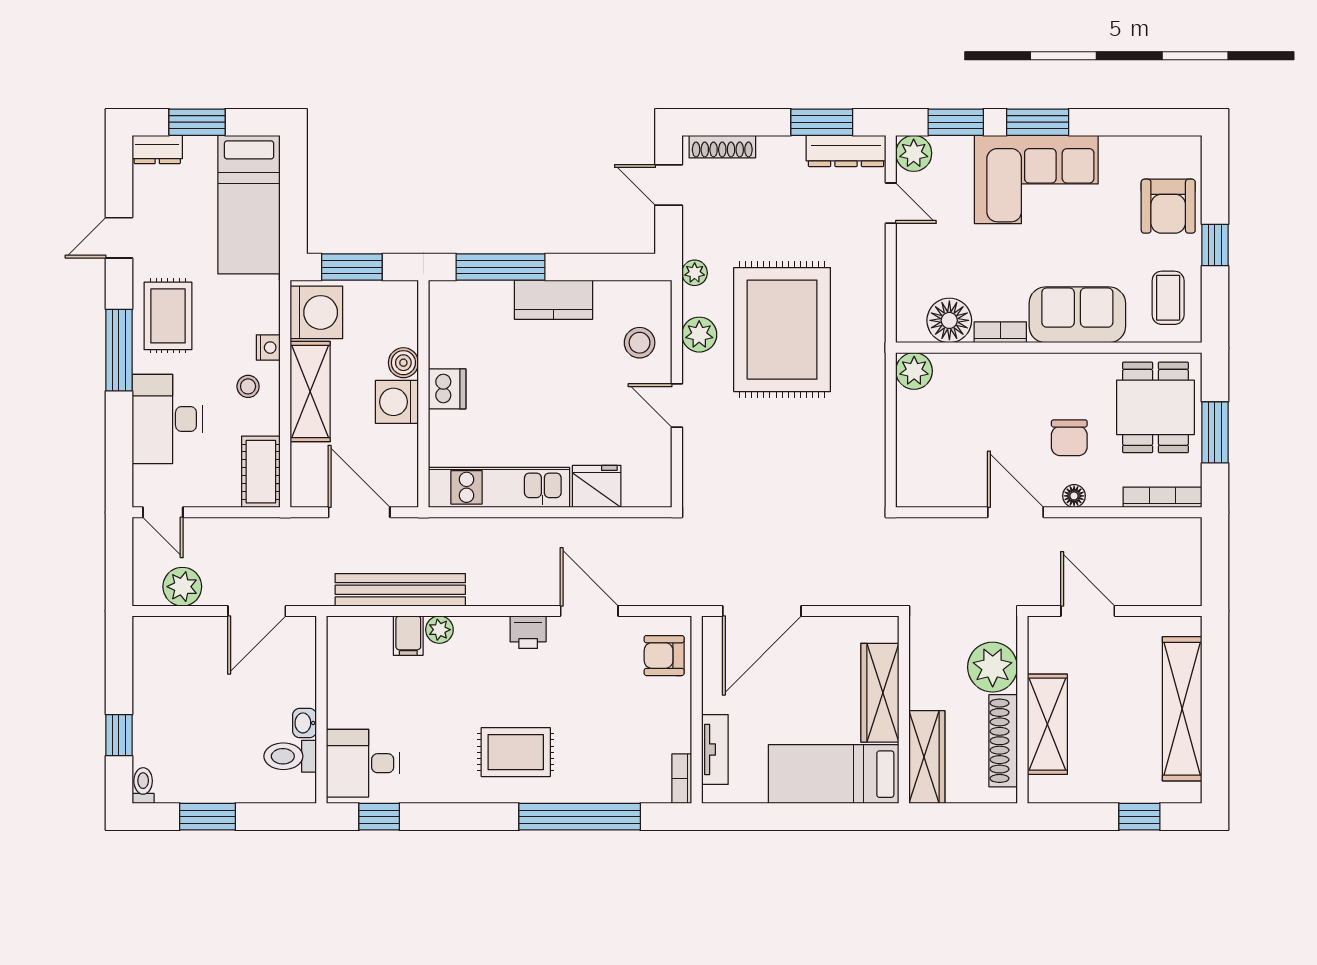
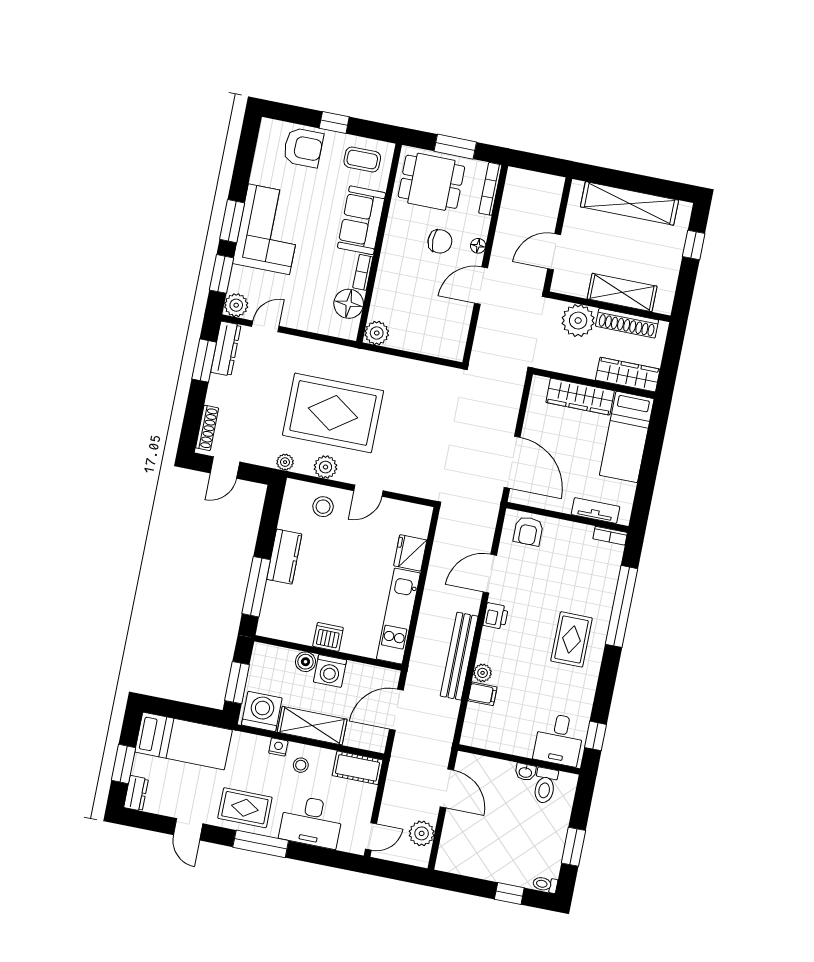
bench: (400, 590) -> (459, 656), moved

